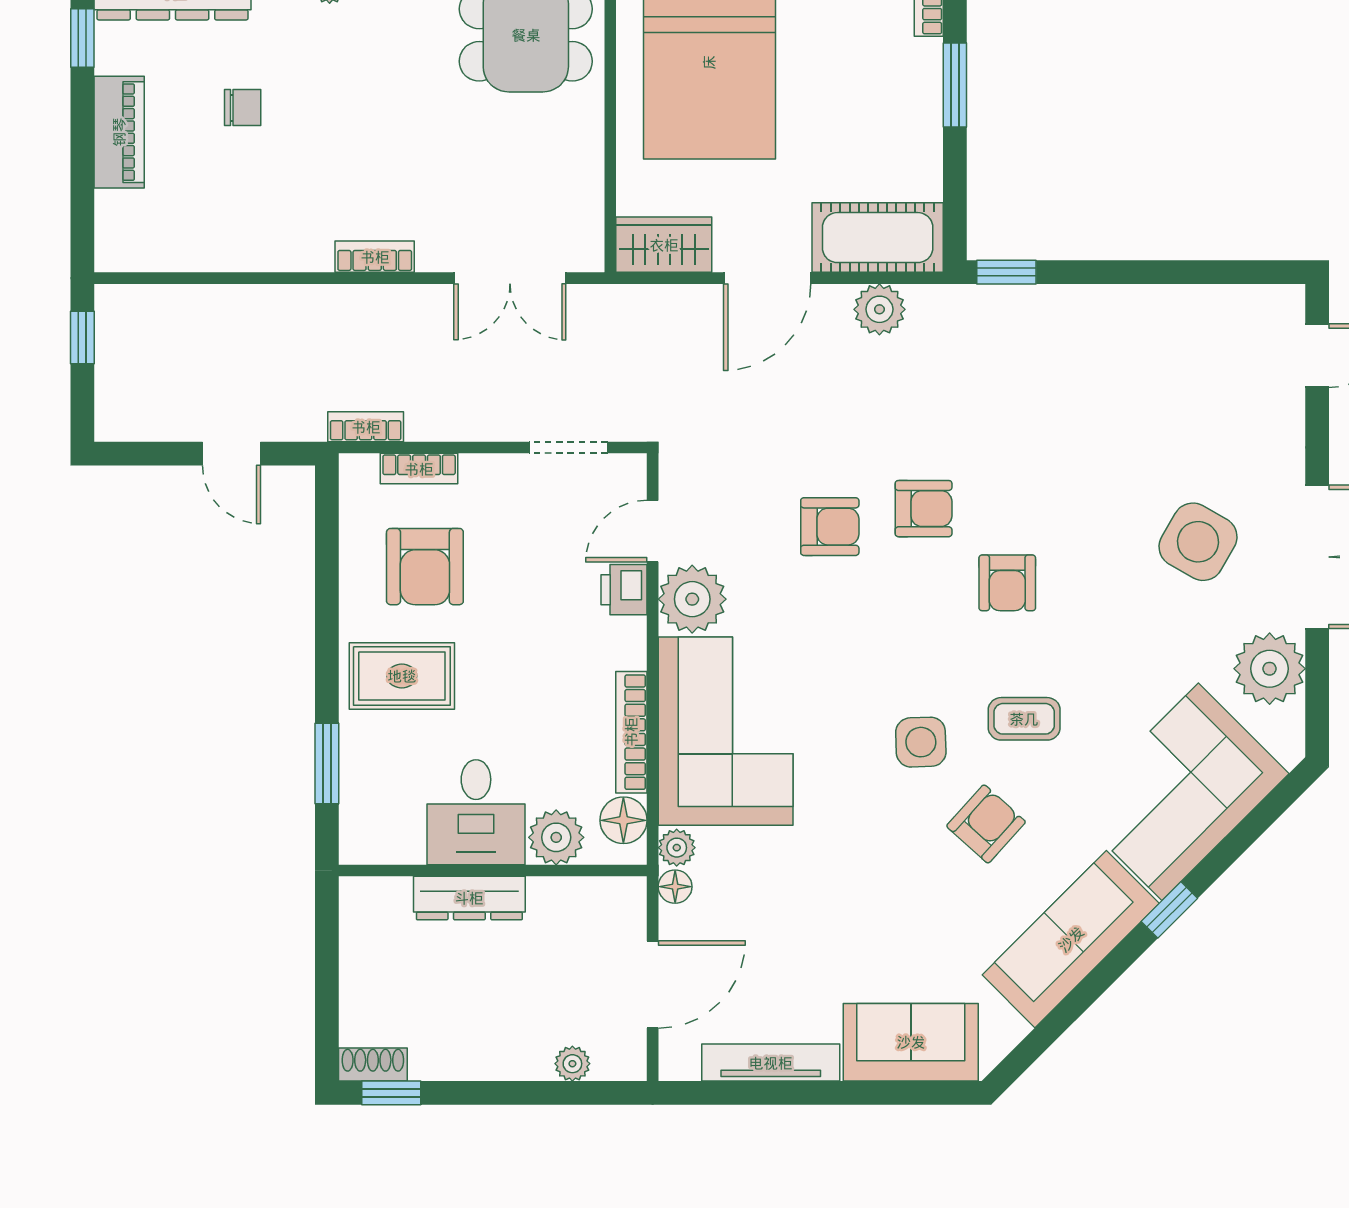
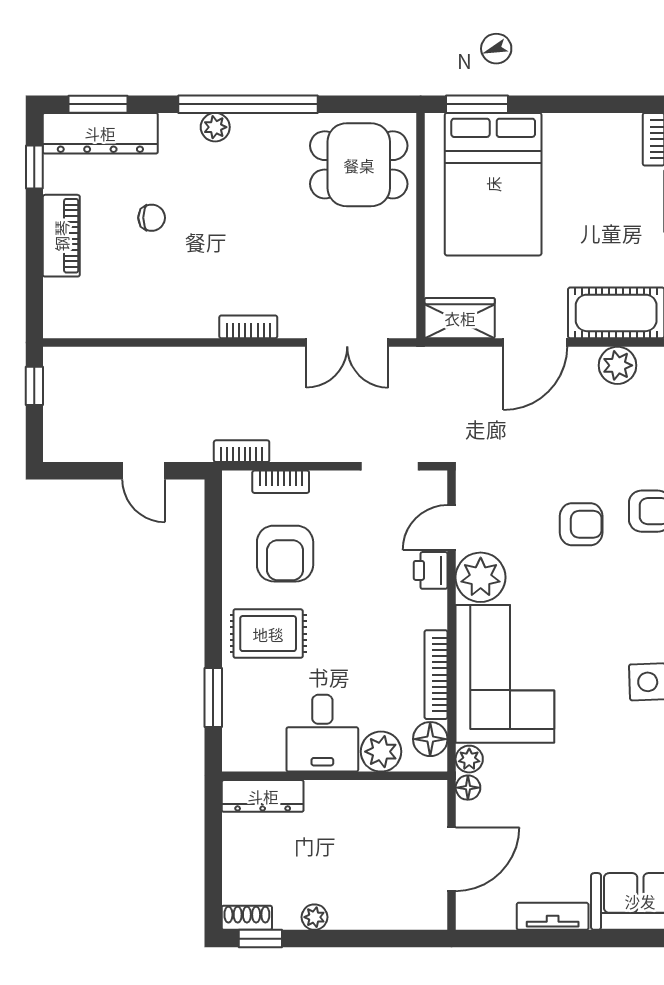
dresser: (469, 898) -> (263, 796), moved
tv unit: (771, 1063) -> (553, 916), width x0.71
plant: (572, 1064) -> (314, 917), moved

